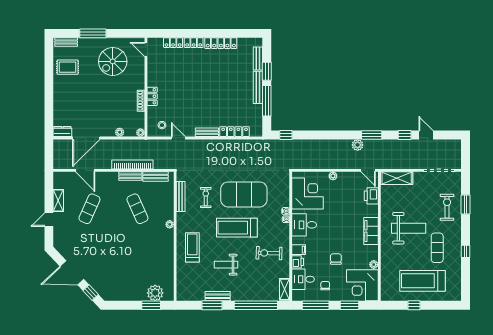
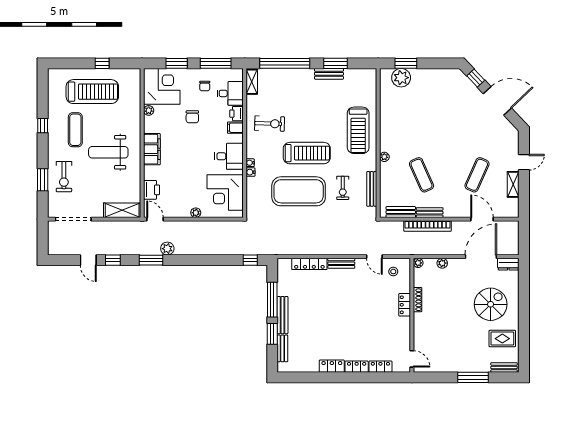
locker: (221, 43) -> (332, 366), width x0.66
spiral stairs: (113, 61) -> (491, 304), moved
treadmill: (192, 247) -> (358, 130), width x1.37, depth x1.38
weight bench: (226, 265) -> (319, 110), removed

